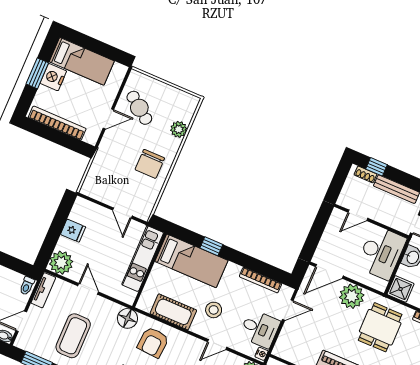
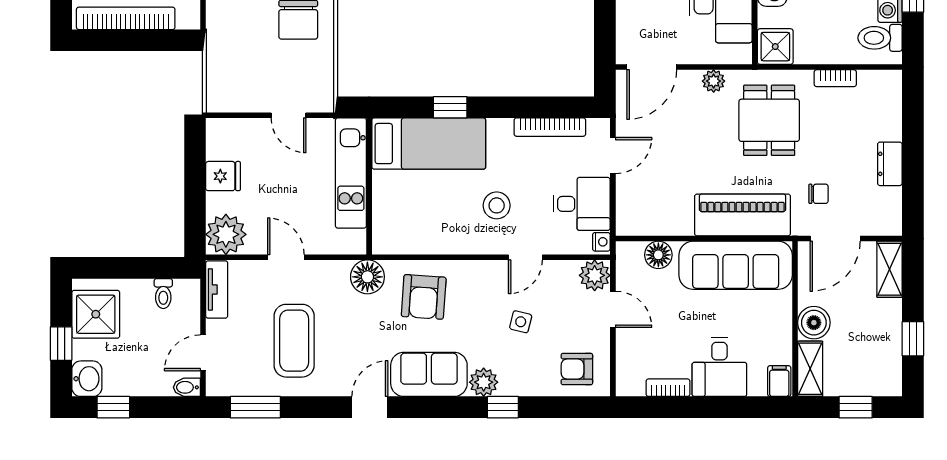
toilet: (27, 286) -> (163, 294), moved
plant: (352, 296) -> (714, 81), width x0.53, depth x0.53
cot: (173, 312) -> (435, 236), removed

